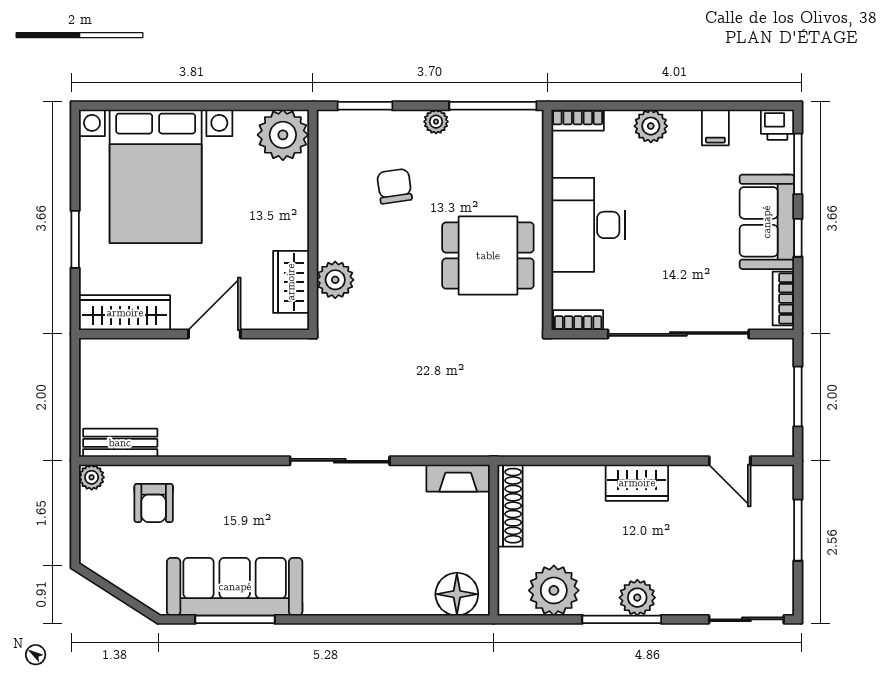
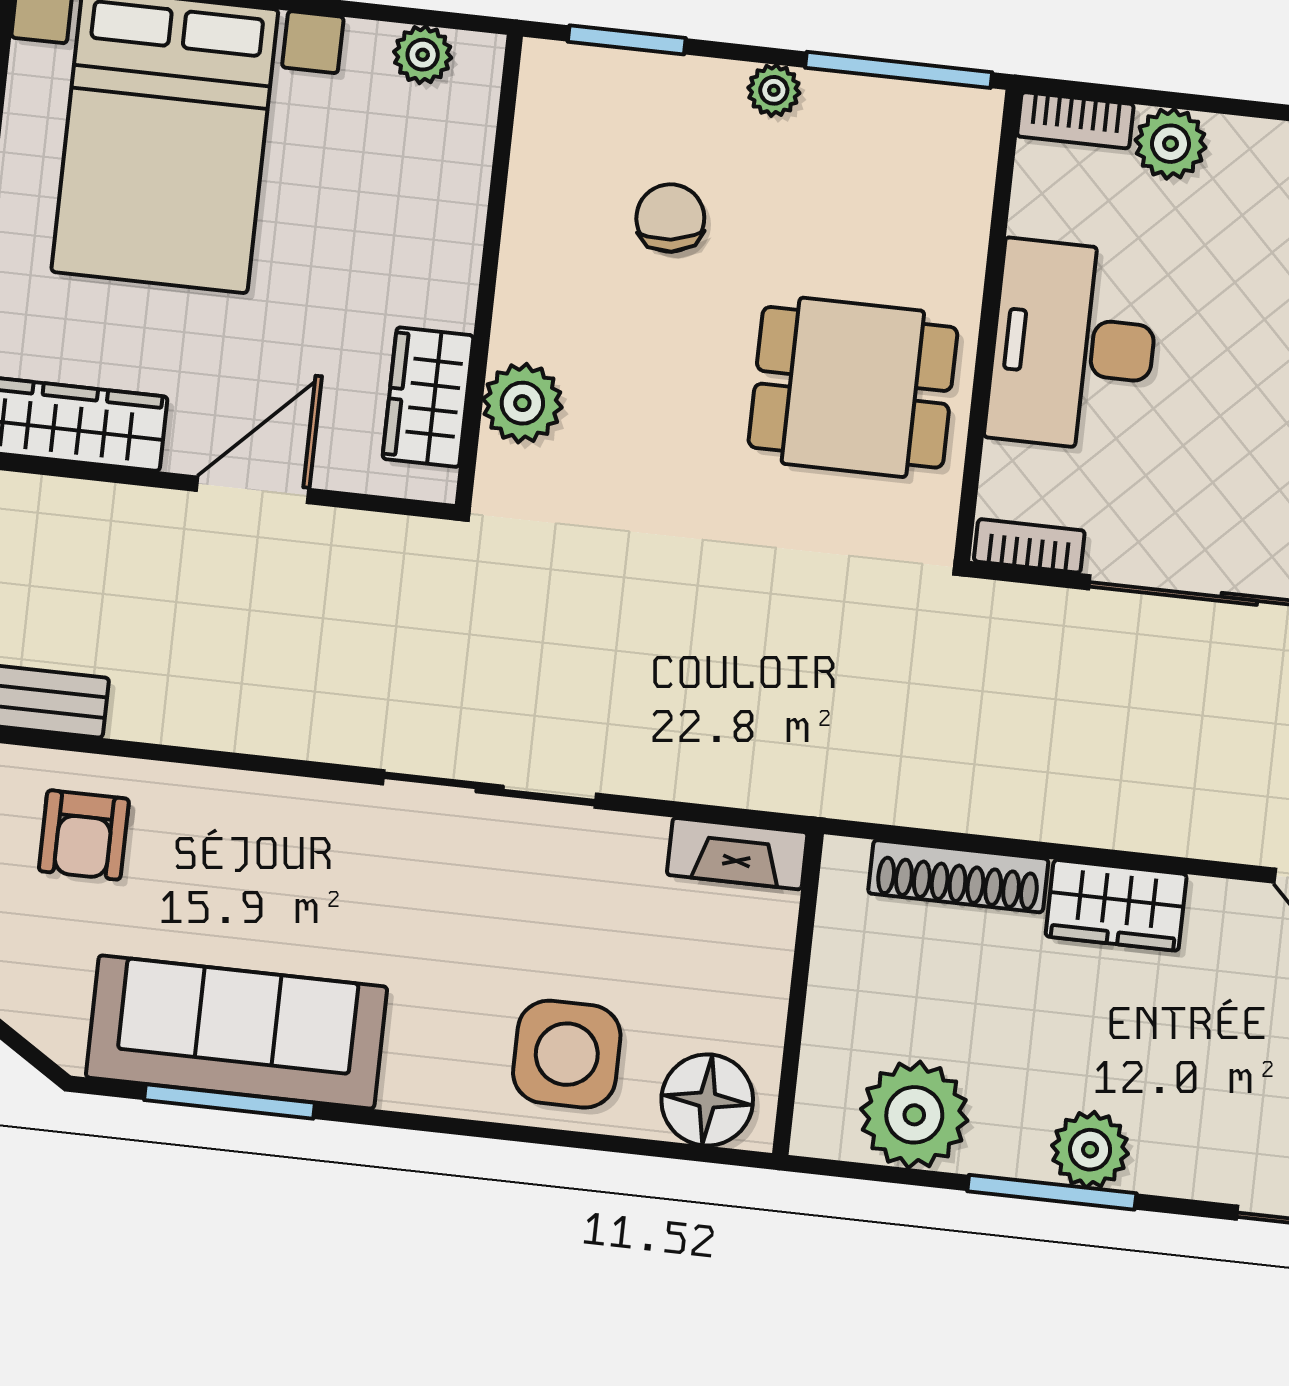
plant: (651, 126) -> (1170, 144), moved
plant: (283, 135) -> (423, 55), width x0.53, depth x0.53
shoe rack: (510, 506) -> (958, 876), moved, turned 90
side table: (389, 580) -> (567, 1054), added

